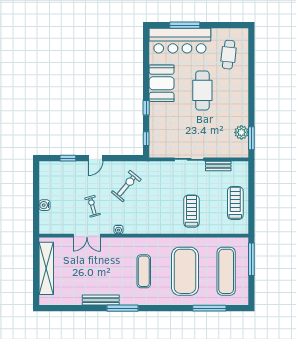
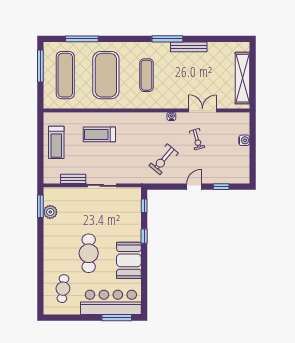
window: (185, 25) -> (117, 318), moved
treadmill: (191, 211) -> (99, 134), turned 90
window: (251, 259) -> (40, 66), moved

